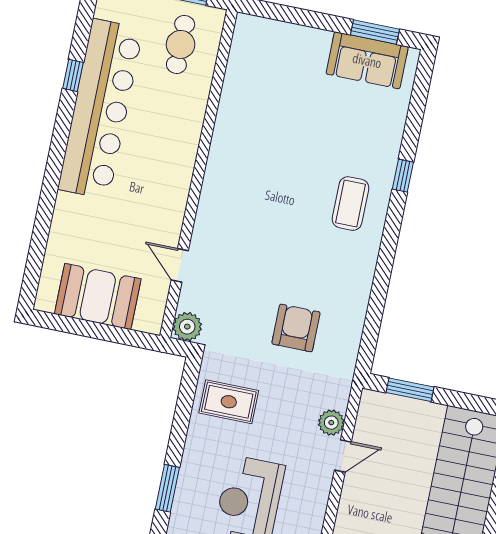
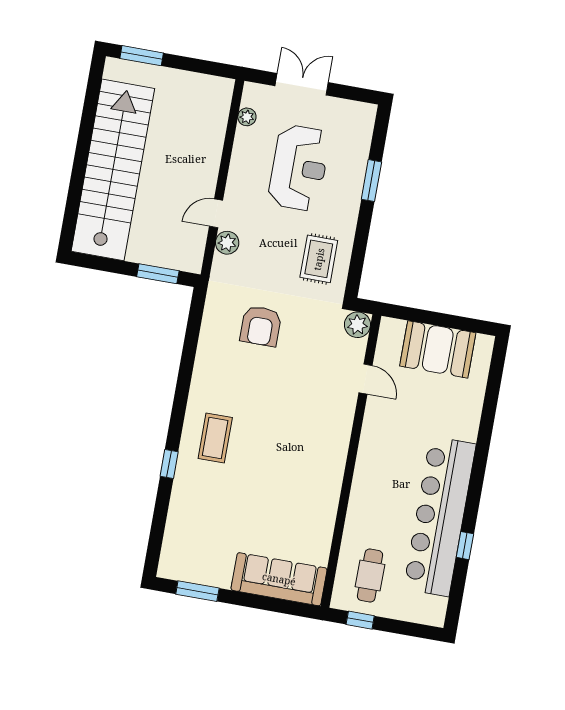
sofa: (367, 60) -> (279, 579), moved, width x1.36
rug: (229, 402) -> (319, 259), turned 90

